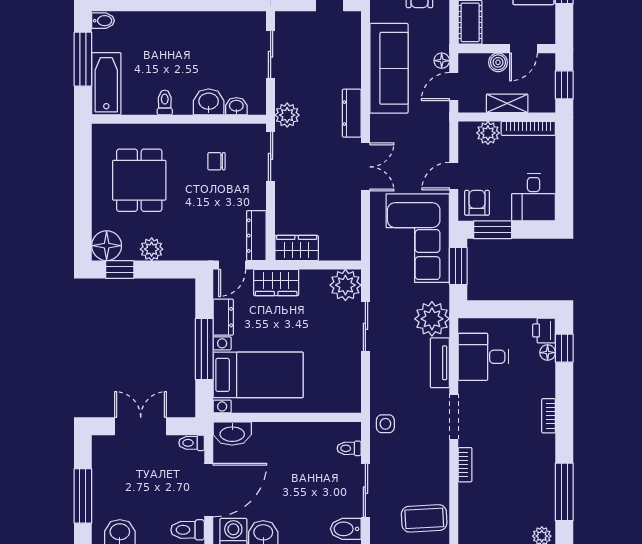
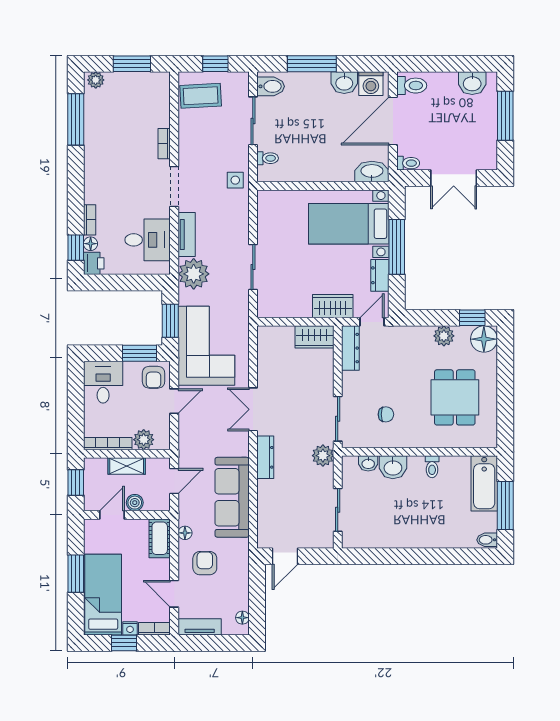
floor lamp: (442, 61) -> (185, 533), moved
plant: (345, 285) -> (271, 304), removed
bookcase: (549, 416) -> (90, 220), moved

